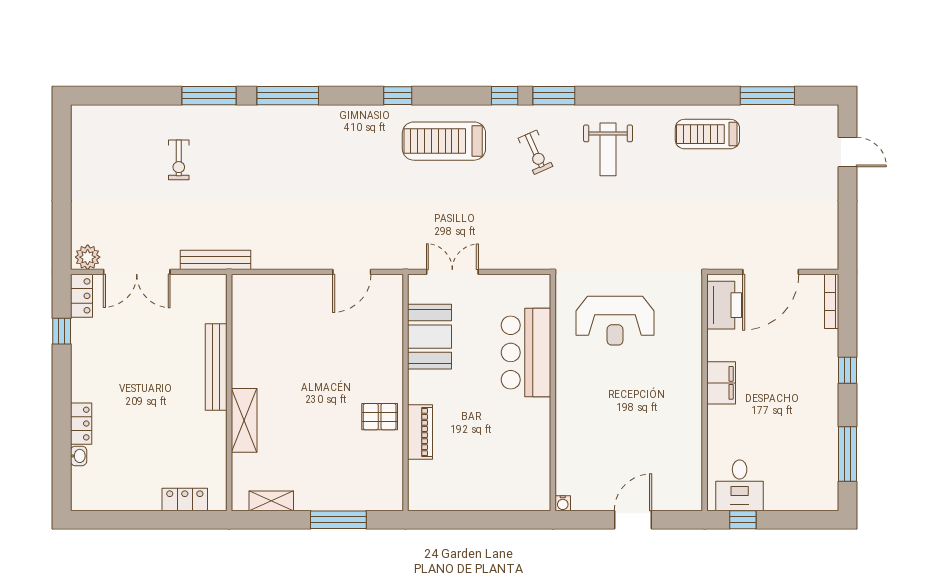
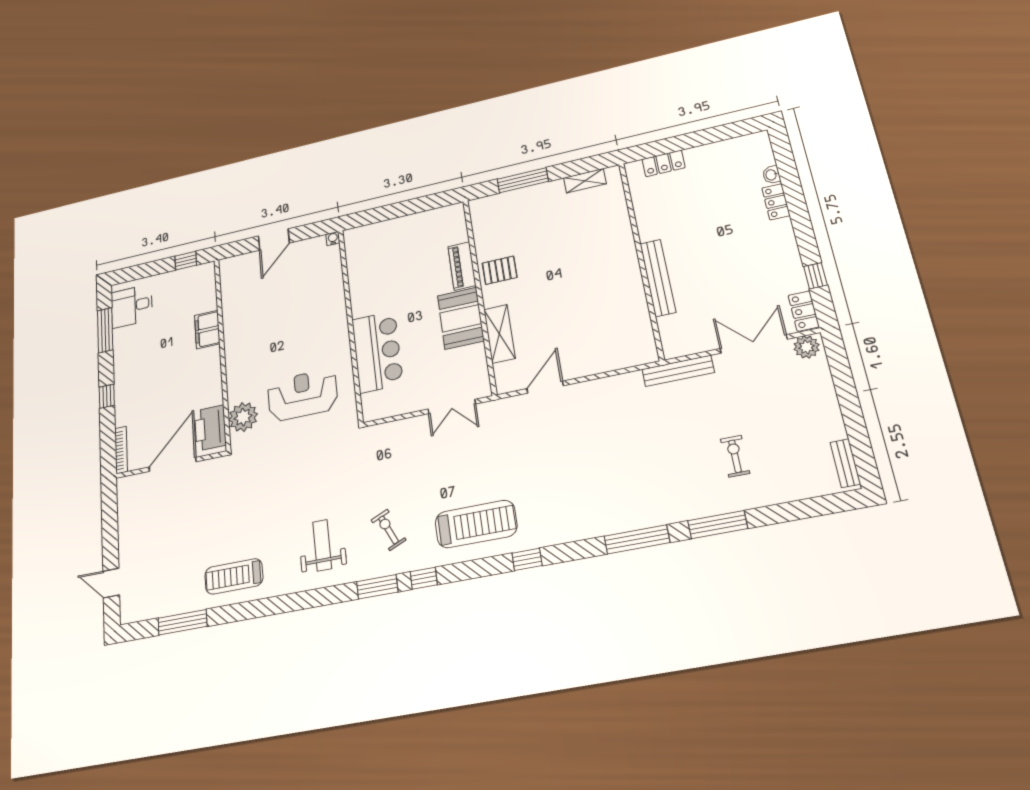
bench: (79, 132) -> (845, 463), added
treadmill: (707, 134) -> (234, 576), turned 180
plant: (685, 310) -> (243, 417), added
booth: (430, 337) -> (461, 318), moved
filing cabinet: (721, 383) -> (207, 330), moved
shelving: (244, 420) -> (499, 334), moved
desk: (740, 485) -> (132, 306), moved, turned -90

